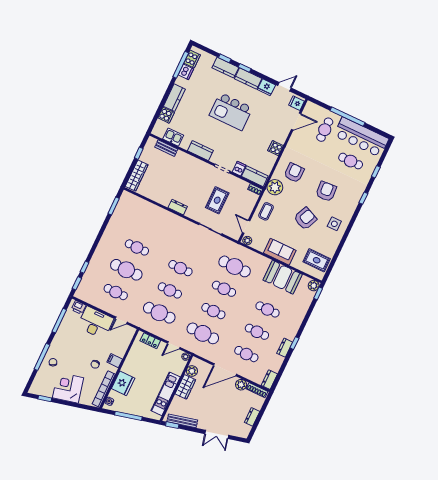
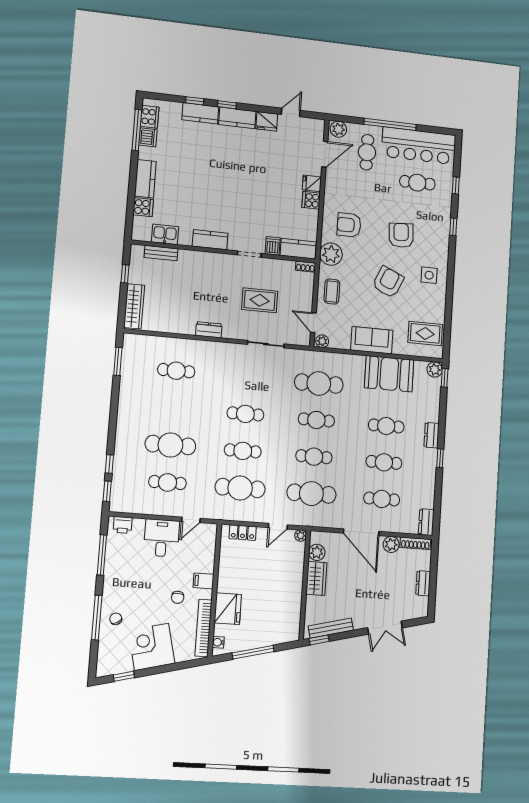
fridge: (297, 103) -> (312, 183), moved
plant: (312, 108) -> (338, 129), added
kitchen island: (231, 112) -> (231, 171), removed
armchair: (294, 173) -> (349, 225), turned -90
rug: (217, 200) -> (260, 300), turned 90
cafe table: (137, 247) -> (176, 371), moved
desk: (95, 323) -> (162, 538), width x0.73
dresser: (285, 348) -> (432, 435), moved
door: (225, 370) -> (361, 532), hinge flipped
kitchen unit: (166, 394) -> (293, 599), removed

